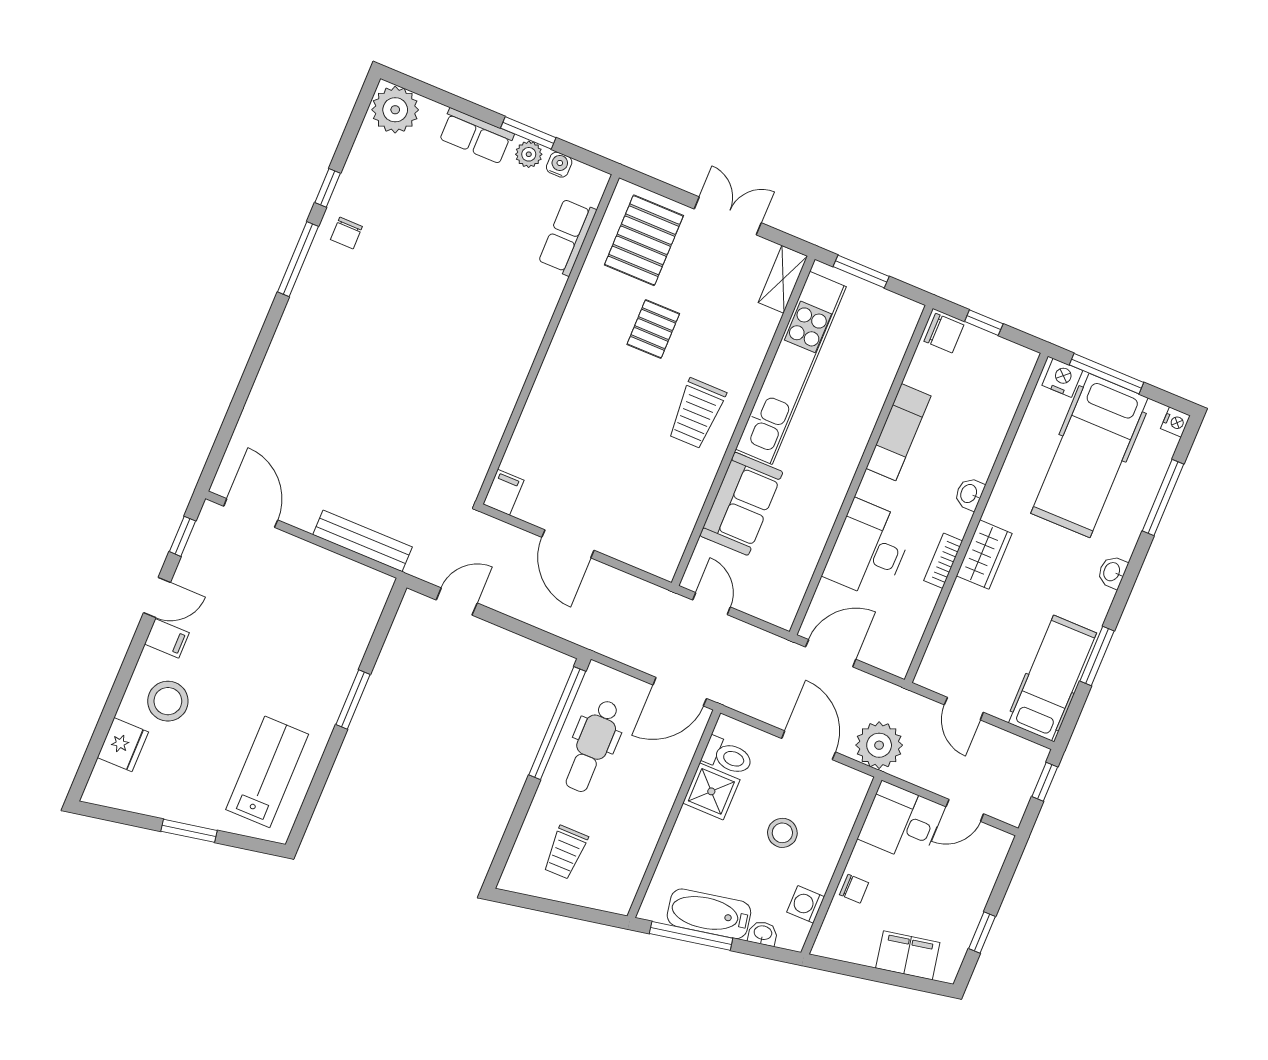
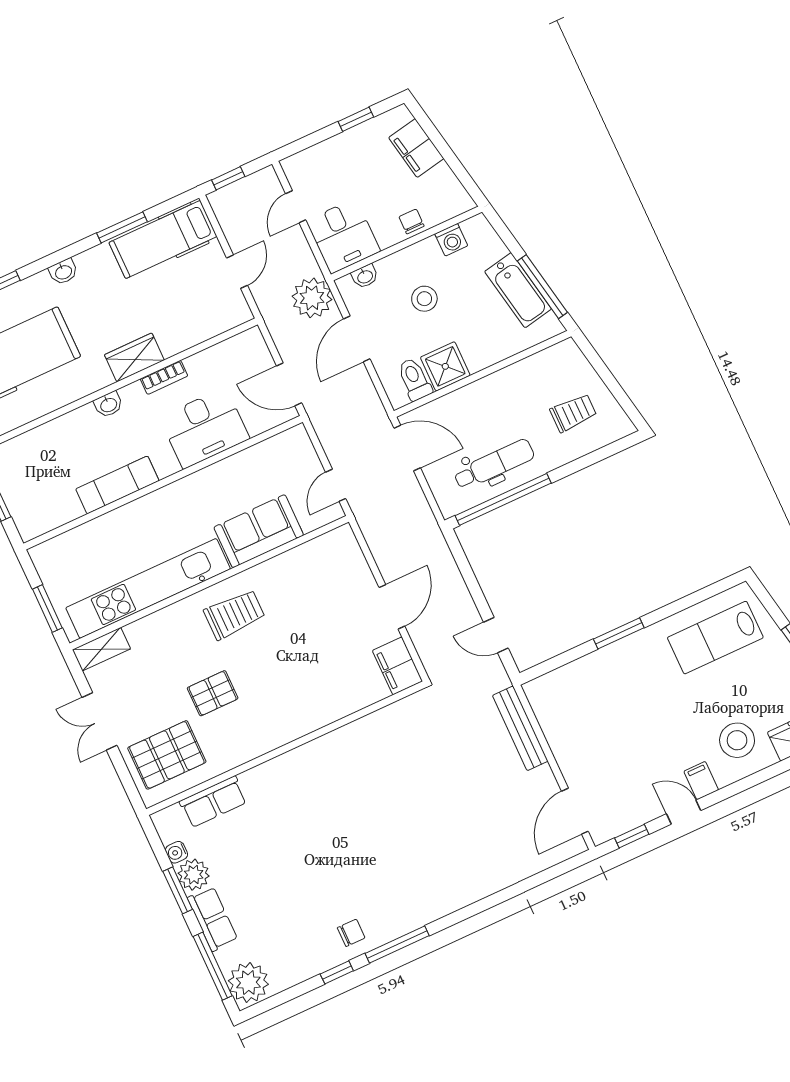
window: (439, 96) -> (213, 966), added
plant: (529, 154) -> (194, 875), width x1.38, depth x1.38
chair: (944, 333) -> (31, 521), removed
filing cabinet: (503, 492) -> (397, 666), width x2.00
door: (965, 810) -> (296, 207), swing flipped
washbasin: (763, 933) -> (365, 276), moved, turned -79

